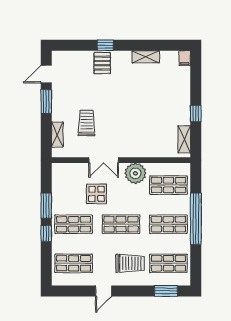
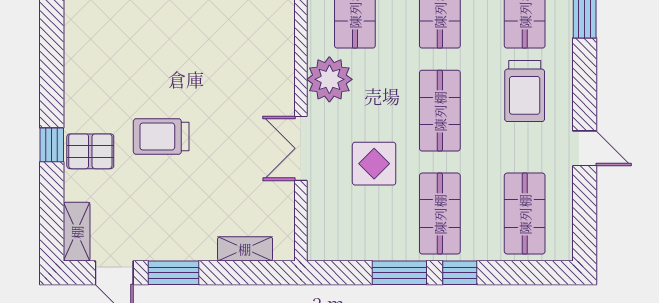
shelving: (146, 57) -> (77, 232), moved
trolley: (87, 123) -> (161, 137), moved
double door: (104, 160) -> (301, 148), swing flipped
trolley: (130, 263) -> (525, 91), turned 180

